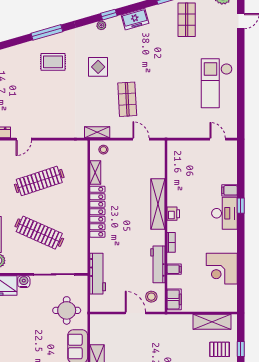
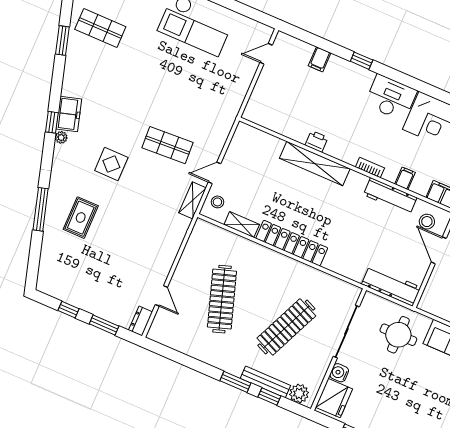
freezer: (135, 19) -> (69, 114), moved
door: (141, 139) -> (215, 173), moved
filing cabinet: (229, 190) -> (320, 59), moved
desk: (224, 213) -> (391, 98), moved
printer: (173, 214) -> (317, 141), moved
workbench: (98, 274) -> (391, 286), moved
door: (135, 313) -> (439, 250), hinge flipped

